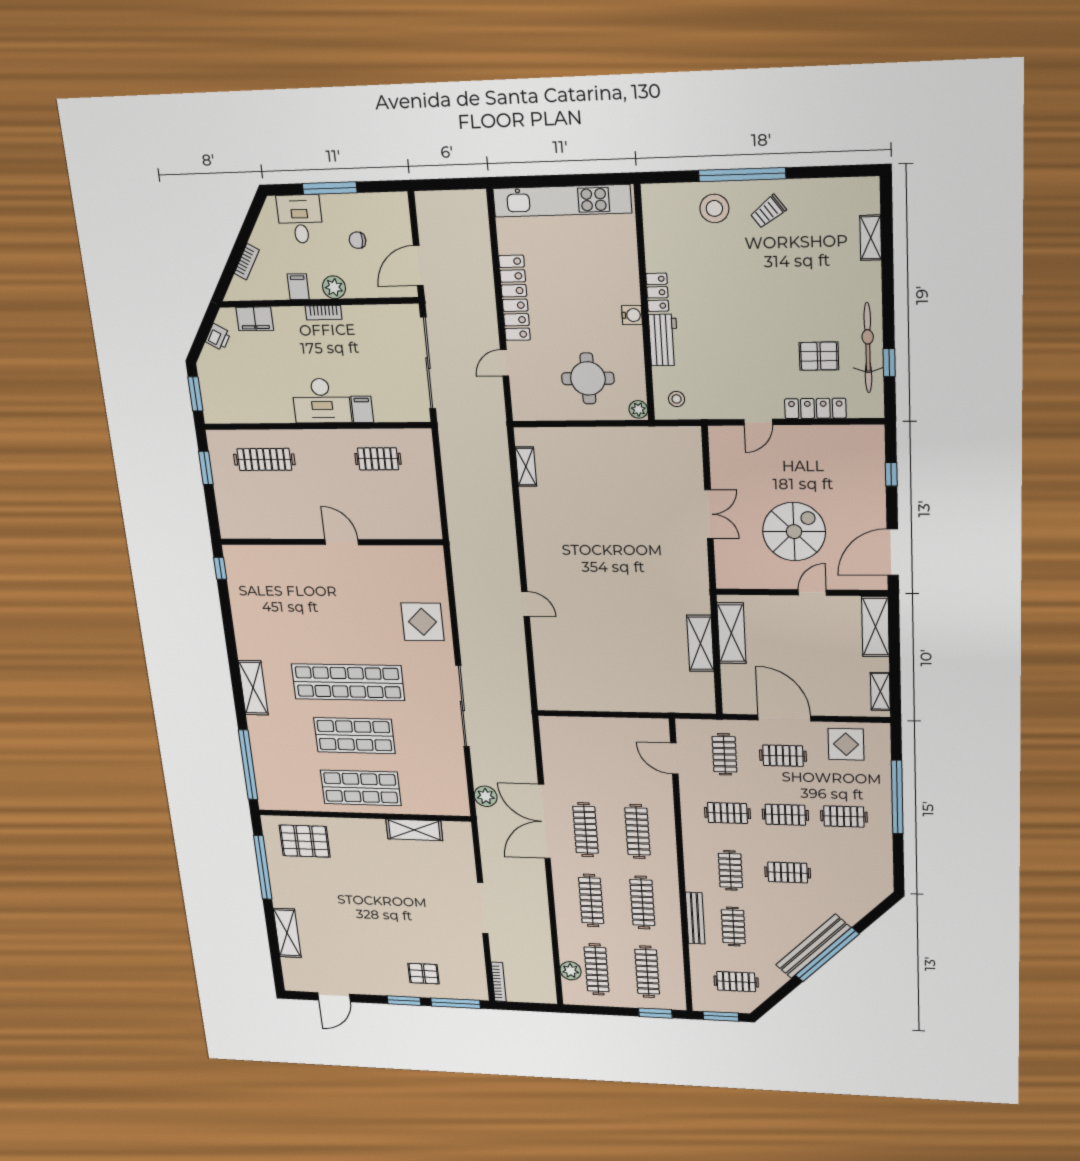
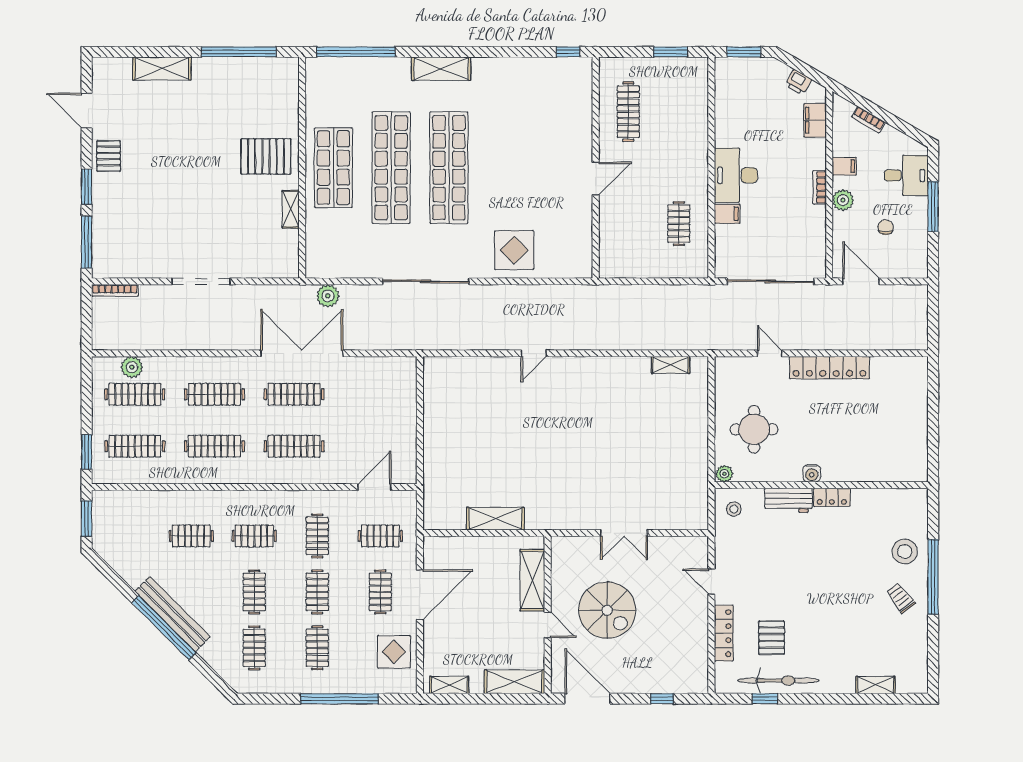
kitchen unit: (562, 201) -> (915, 418), removed
clothes rail: (264, 459) -> (628, 112), moved
shelving: (731, 633) -> (532, 580), moved, turned 90
shop shelf: (354, 736) -> (391, 168), width x1.40
shelving: (414, 830) -> (291, 209), width x0.67, depth x0.75
pallet: (305, 841) -> (266, 156), moved, turned 90
bench: (695, 918) -> (199, 498), removed
pallet: (424, 974) -> (109, 156), moved
clothes rail: (736, 982) -> (254, 648), moved

